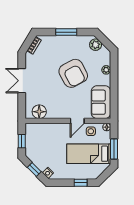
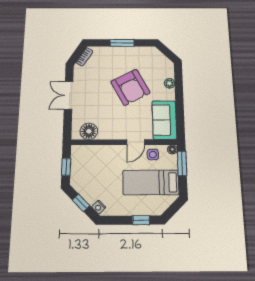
plant: (96, 45) -> (156, 56), removed
window: (114, 149) -> (182, 163), moved

